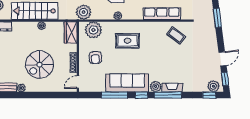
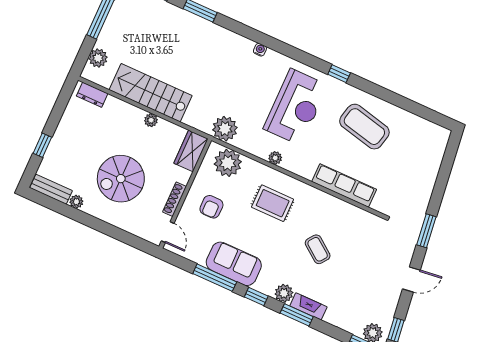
coffee table: (176, 35) -> (318, 249), moved
door: (223, 59) -> (411, 279), moved
door: (78, 82) -> (168, 232), swing flipped
sofa: (127, 83) -> (234, 264), width x0.73
window: (168, 95) -> (297, 315), width x0.69

